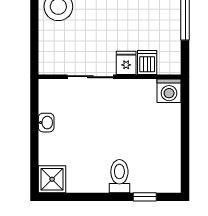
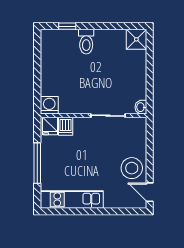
fridge: (126, 63) -> (50, 126), moved
washbasin: (46, 123) -> (141, 107), moved

